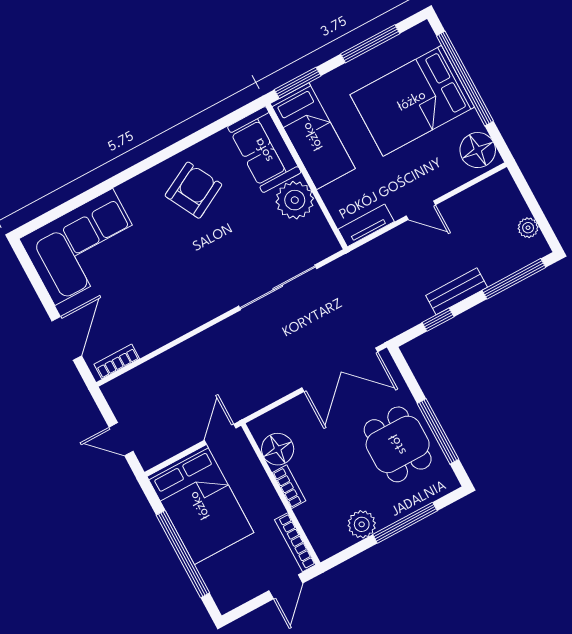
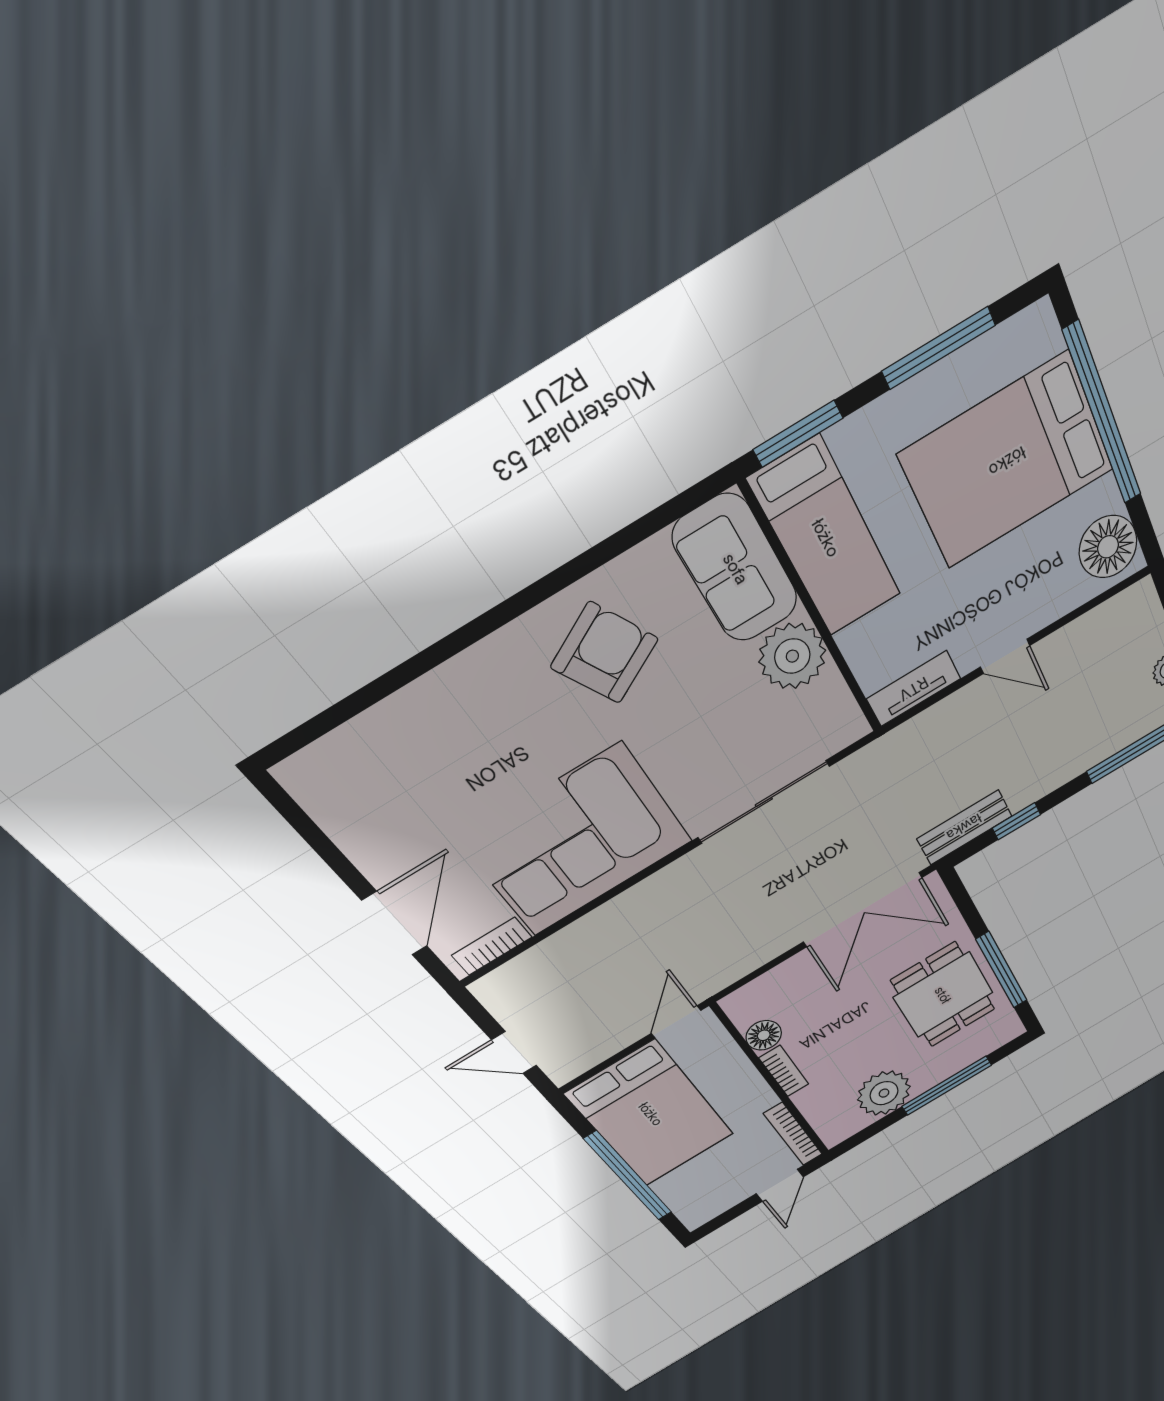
corner sofa: (84, 247) -> (577, 841), moved, turned 180
bench: (457, 291) -> (964, 827), moved
floor lamp: (278, 449) -> (764, 1035), width x0.73, depth x0.73
plant: (362, 524) -> (884, 1093), width x1.36, depth x1.36

